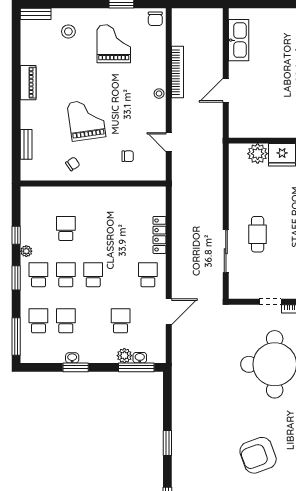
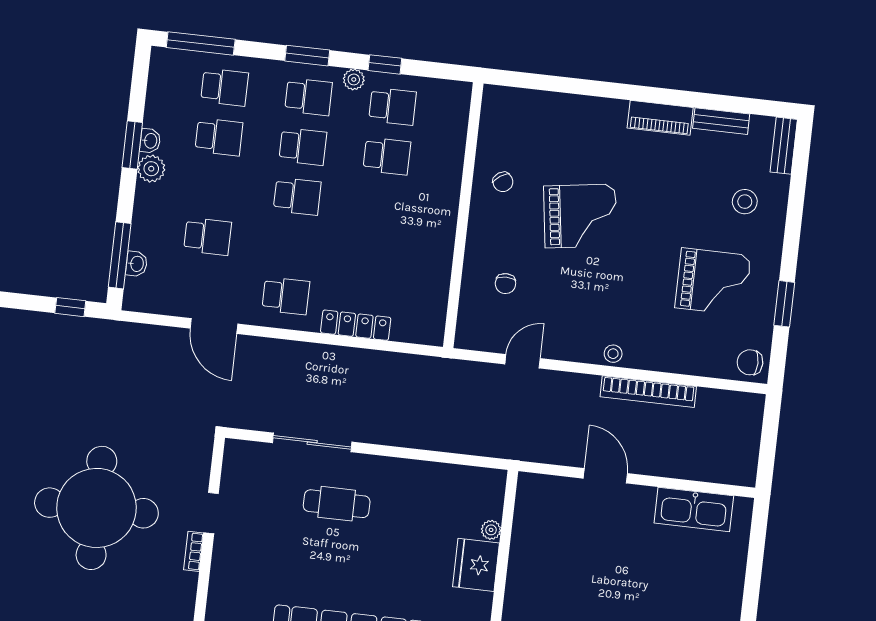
bench: (26, 144) -> (721, 121), moved
plant: (258, 154) -> (491, 530), width x0.53, depth x0.53
school desk: (38, 229) -> (392, 106), added
plant: (124, 356) -> (151, 169), moved
window: (167, 391) -> (70, 307), added

